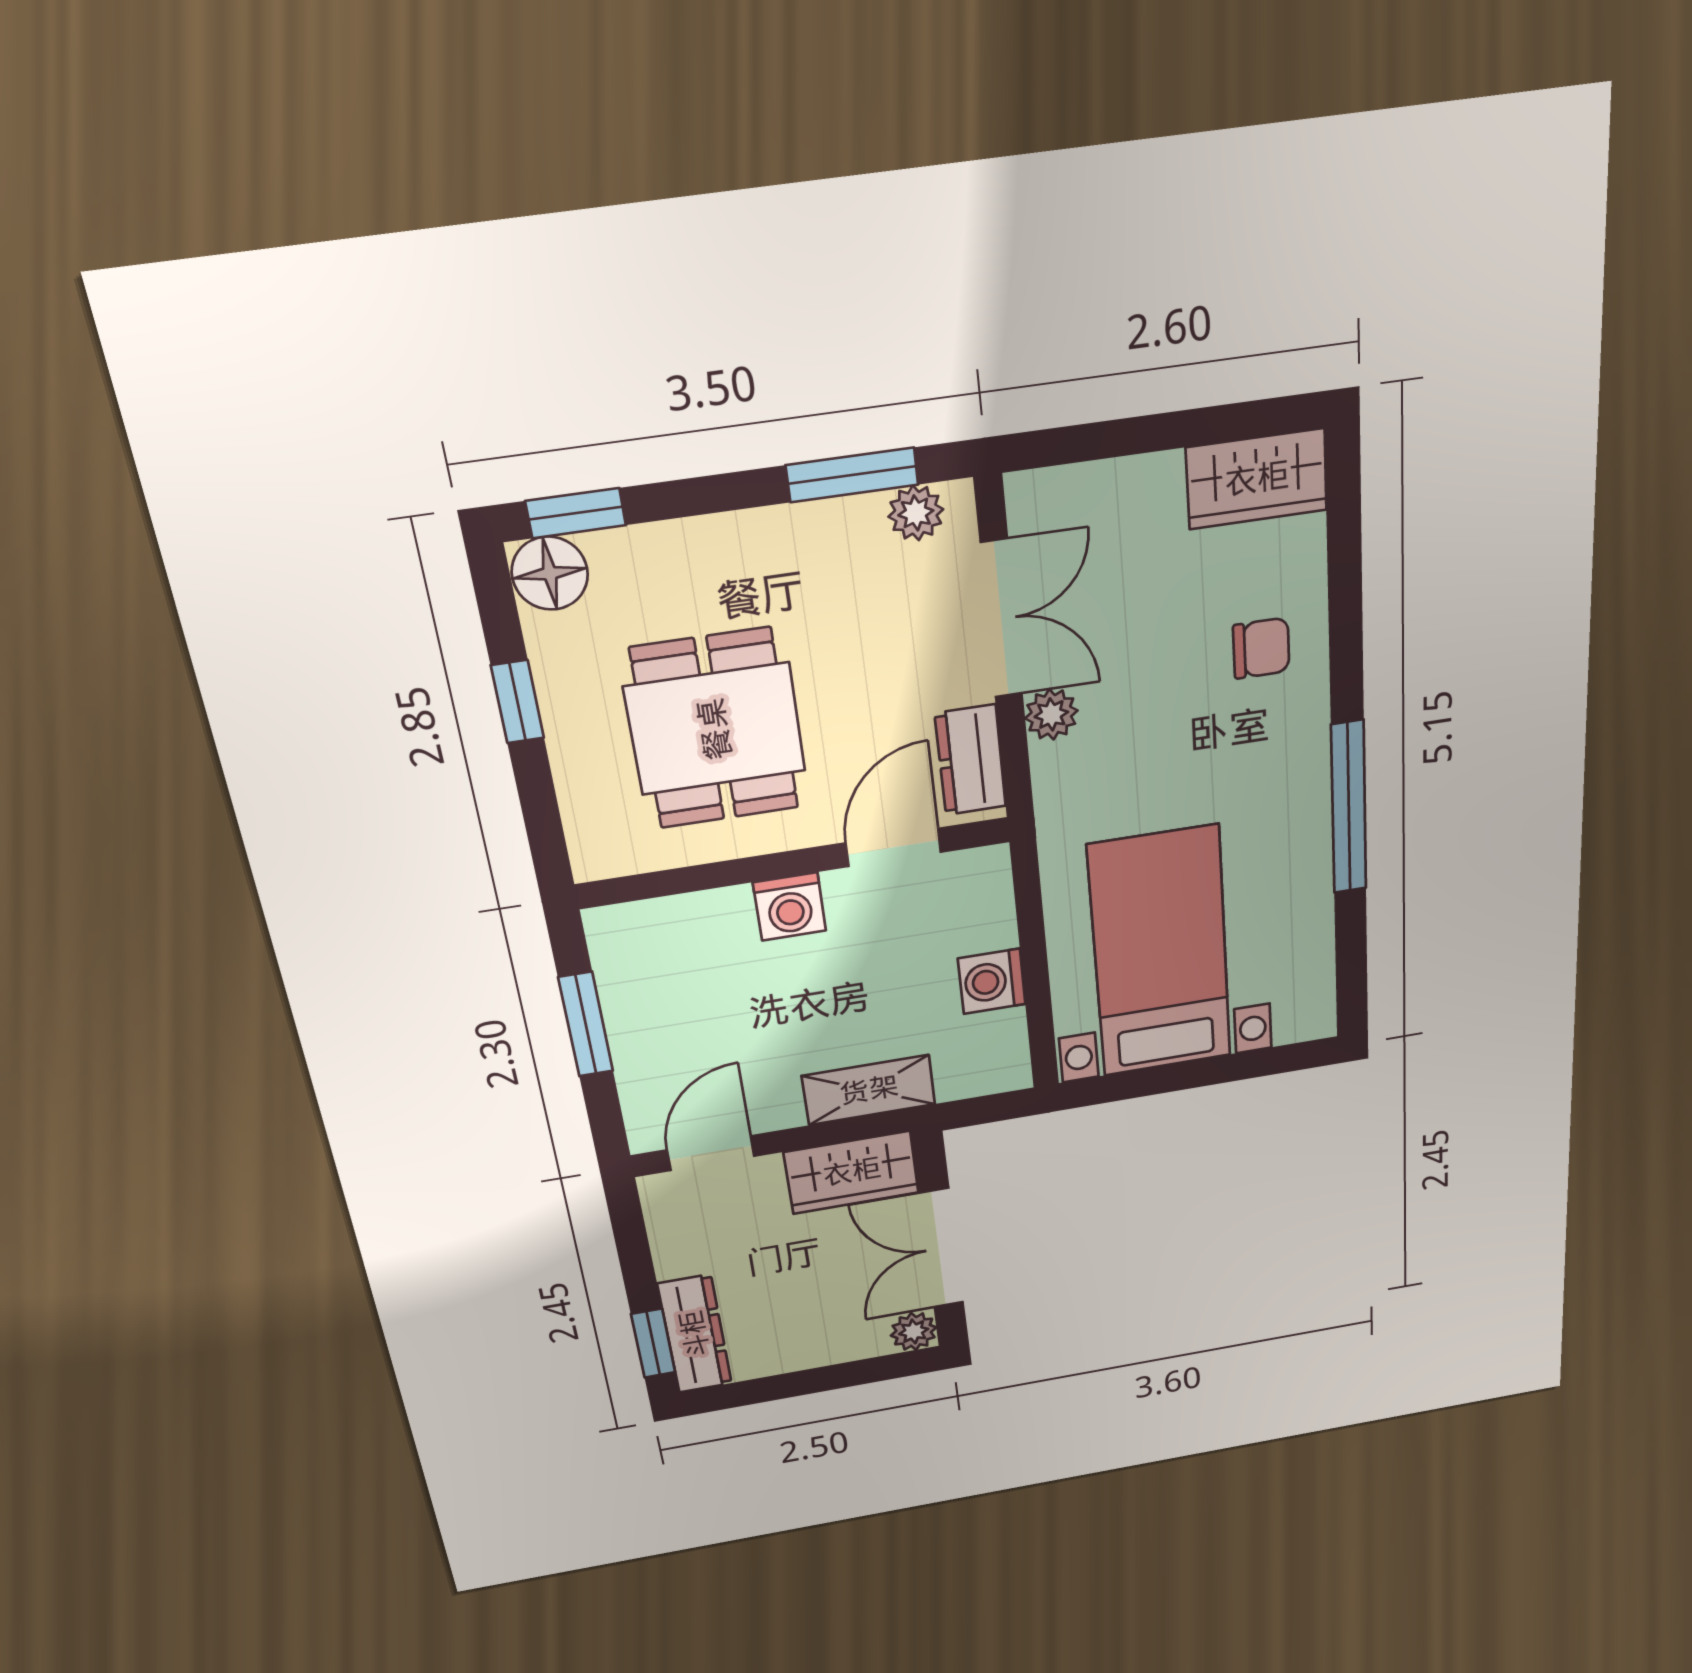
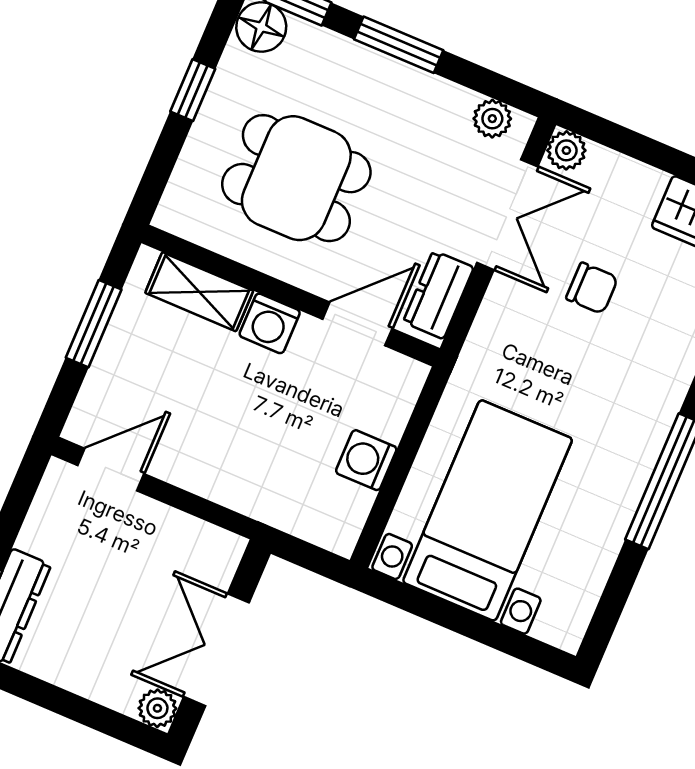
window: (852, 475) -> (399, 45), moved
chair: (1261, 648) -> (592, 288), moved
plant: (1051, 714) -> (566, 150), moved
dining table: (715, 729) -> (296, 178), turned 90
shelving: (869, 1090) -> (199, 292), moved
wardrobe: (852, 1172) -> (192, 547), removed

